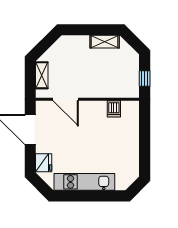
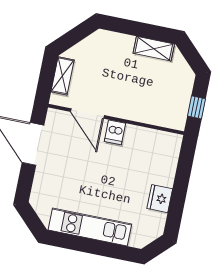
dishwasher: (114, 109) -> (115, 132), moved
fridge: (44, 163) -> (160, 199), moved, turned 180

